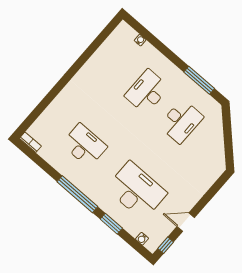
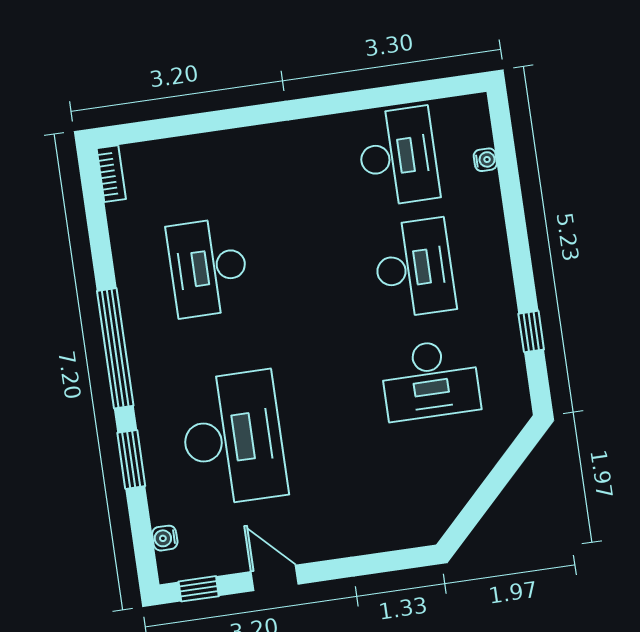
desk: (113, 62) -> (398, 156), added
window: (199, 80) -> (531, 332), width x0.46
desk: (147, 92) -> (414, 268), turned 90
desk: (84, 145) -> (208, 268), turned 180

